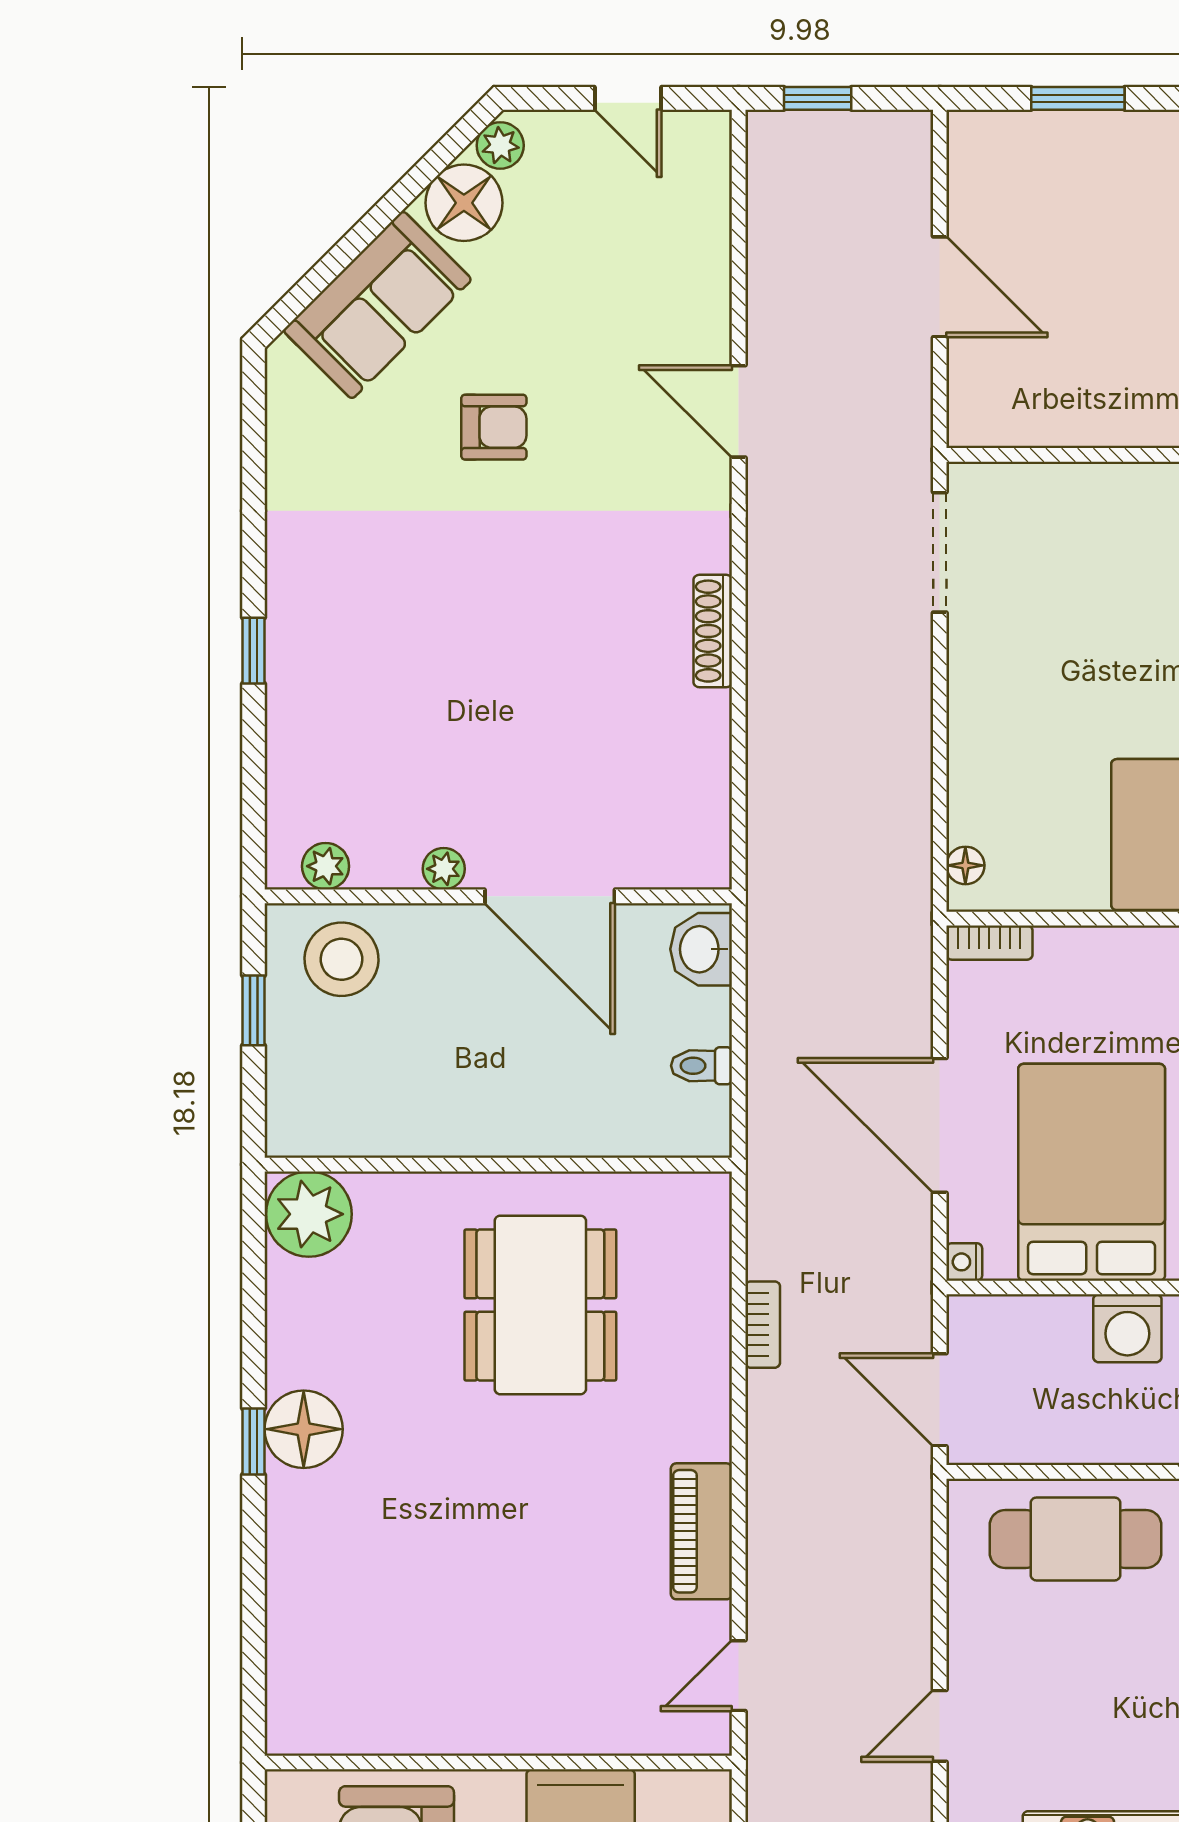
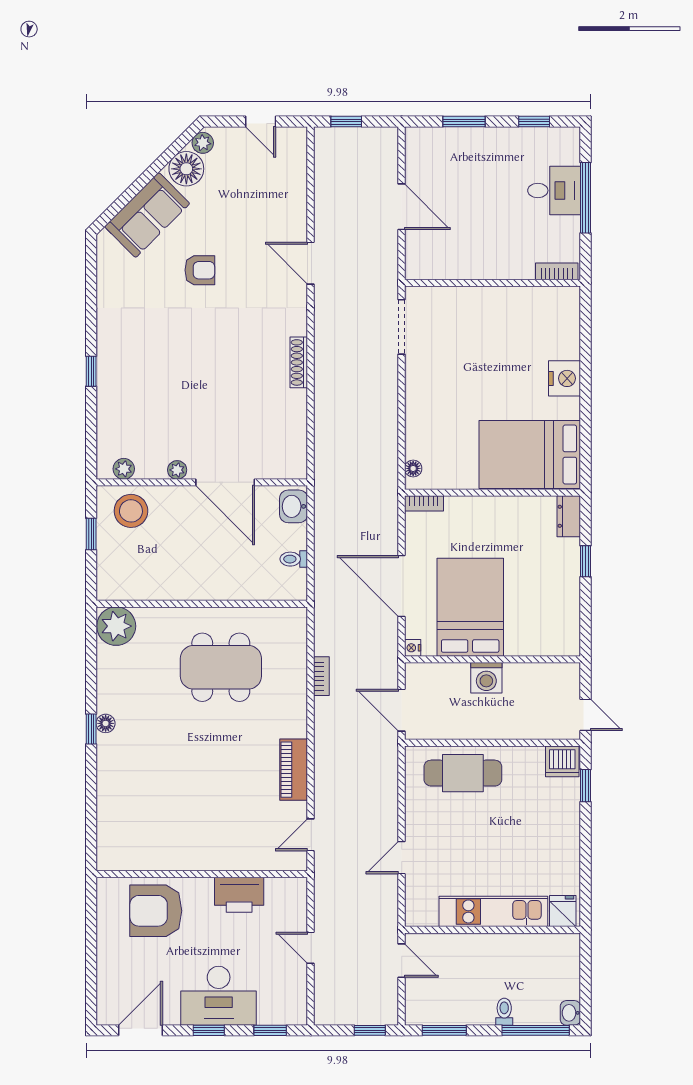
dining table: (540, 1305) -> (221, 667), turned 90
floor lamp: (304, 1429) -> (106, 723), width x0.53, depth x0.53

